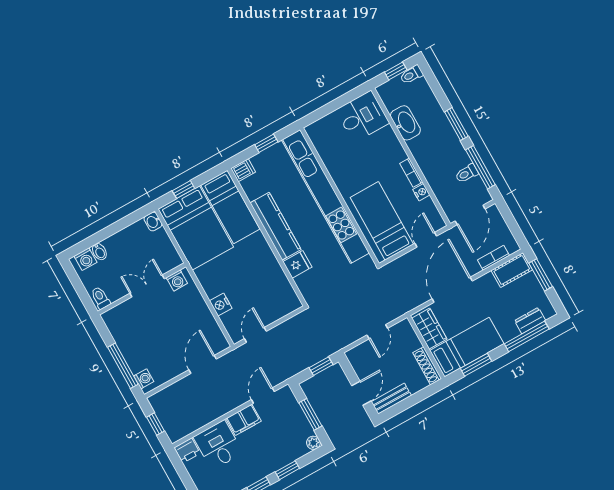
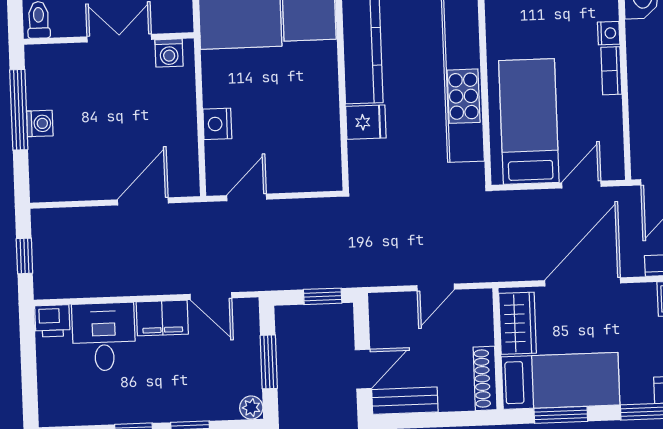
nightstand: (421, 192) -> (609, 33), moved
window: (123, 366) -> (19, 110), moved
washing machine: (144, 379) -> (40, 123), moved
door: (263, 396) -> (211, 296), swing flipped

